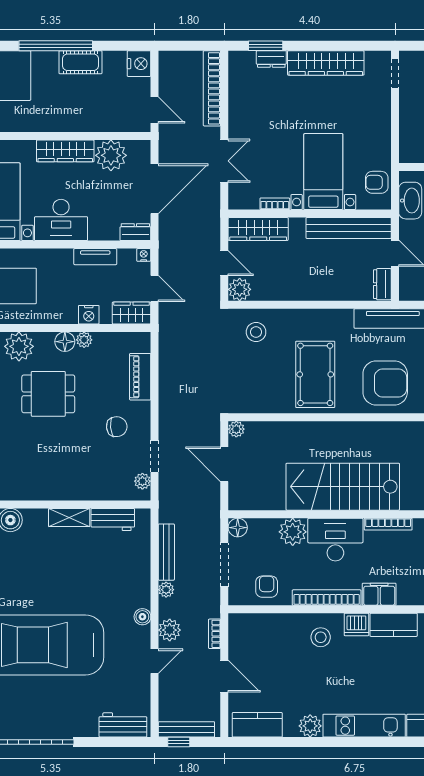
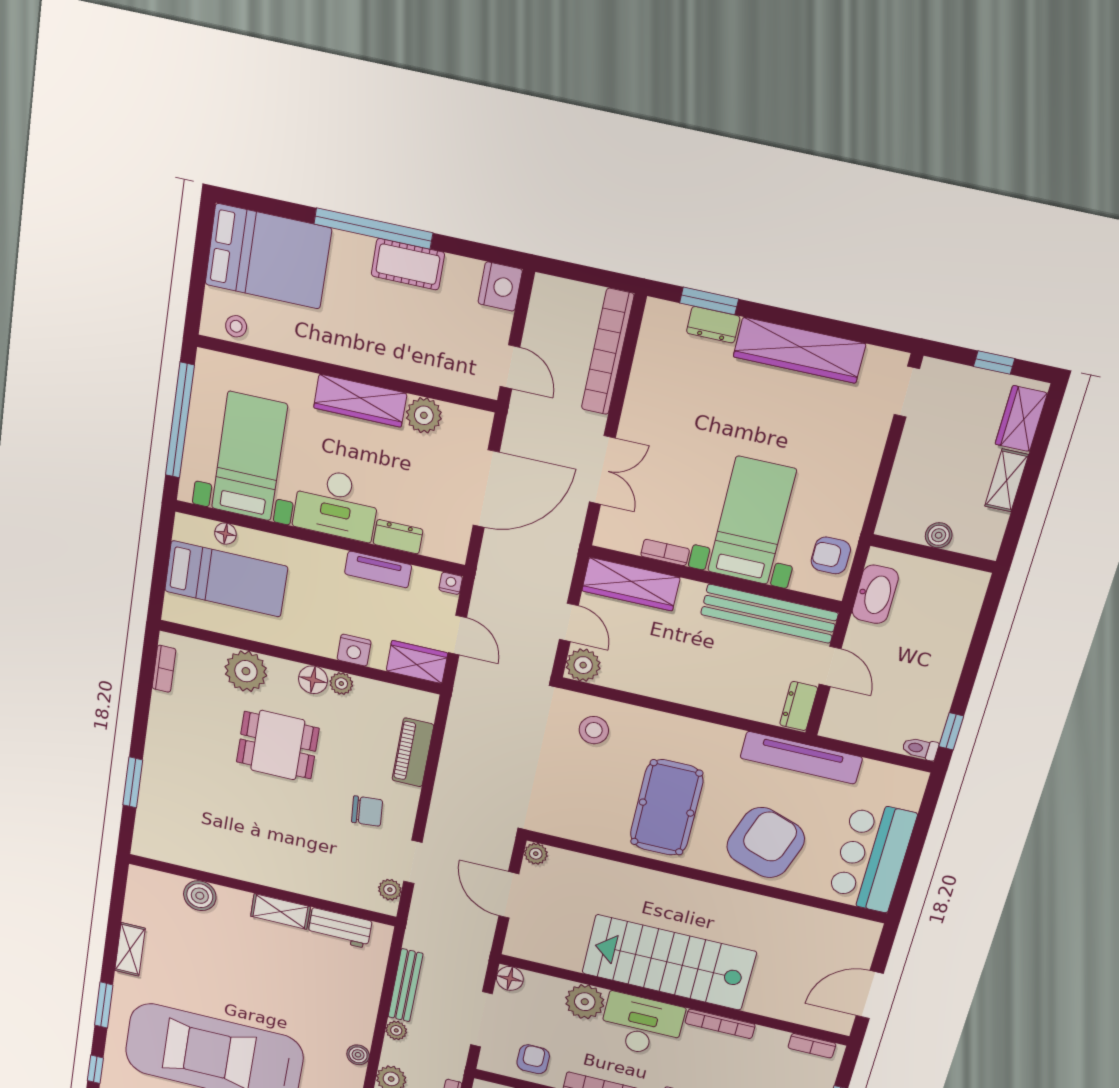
plant: (111, 155) -> (424, 415), width x0.73, depth x0.73
dresser: (135, 232) -> (398, 537), moved
armchair: (385, 383) -> (766, 843), turned -71

